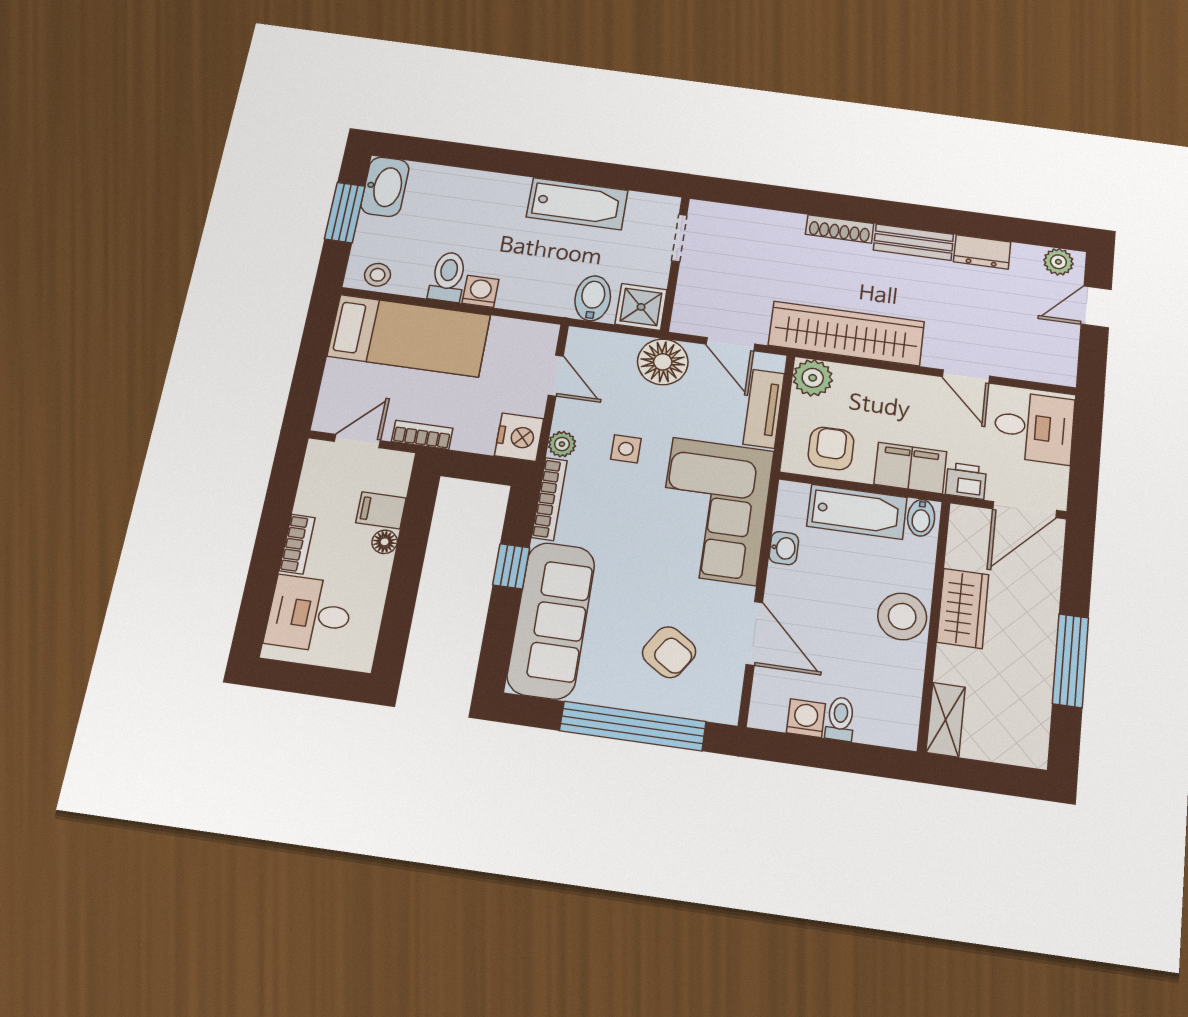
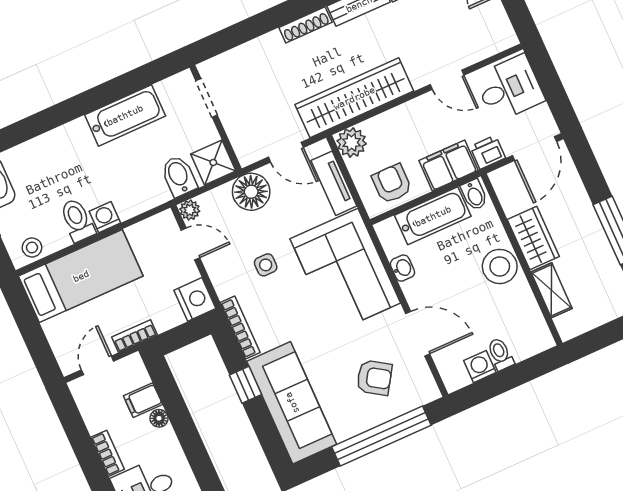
plant: (562, 444) -> (190, 210), moved
shelving: (946, 720) -> (552, 290), moved

